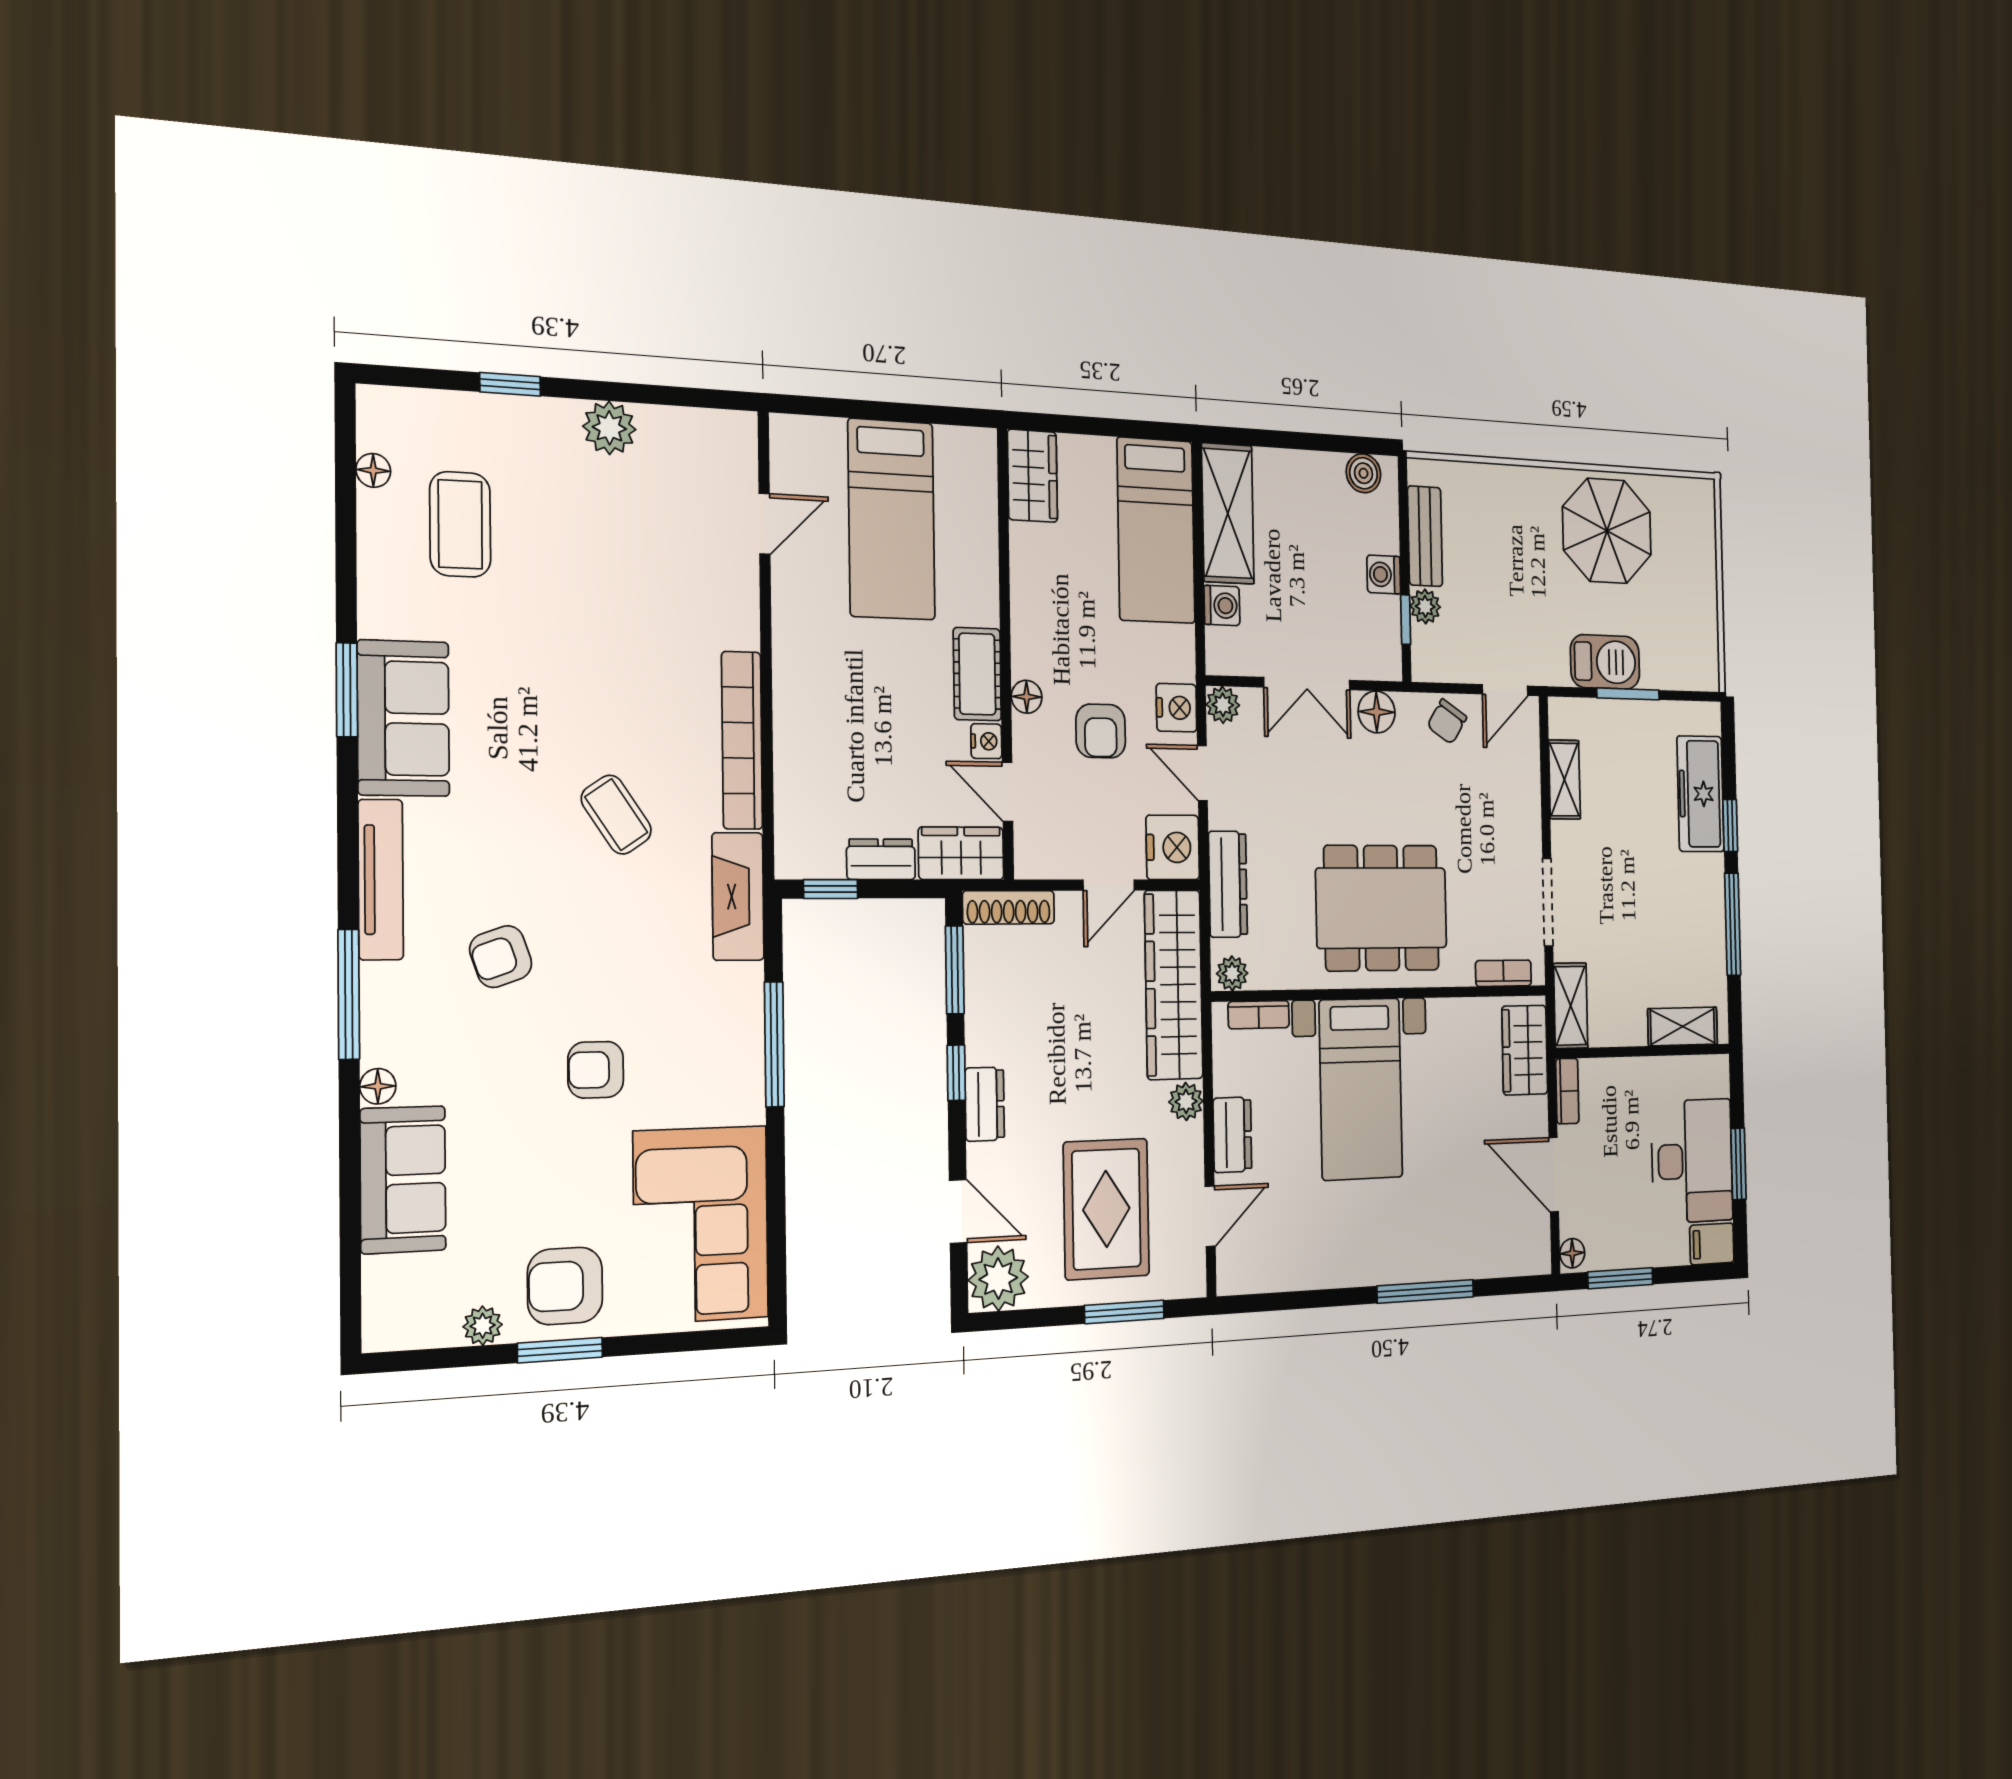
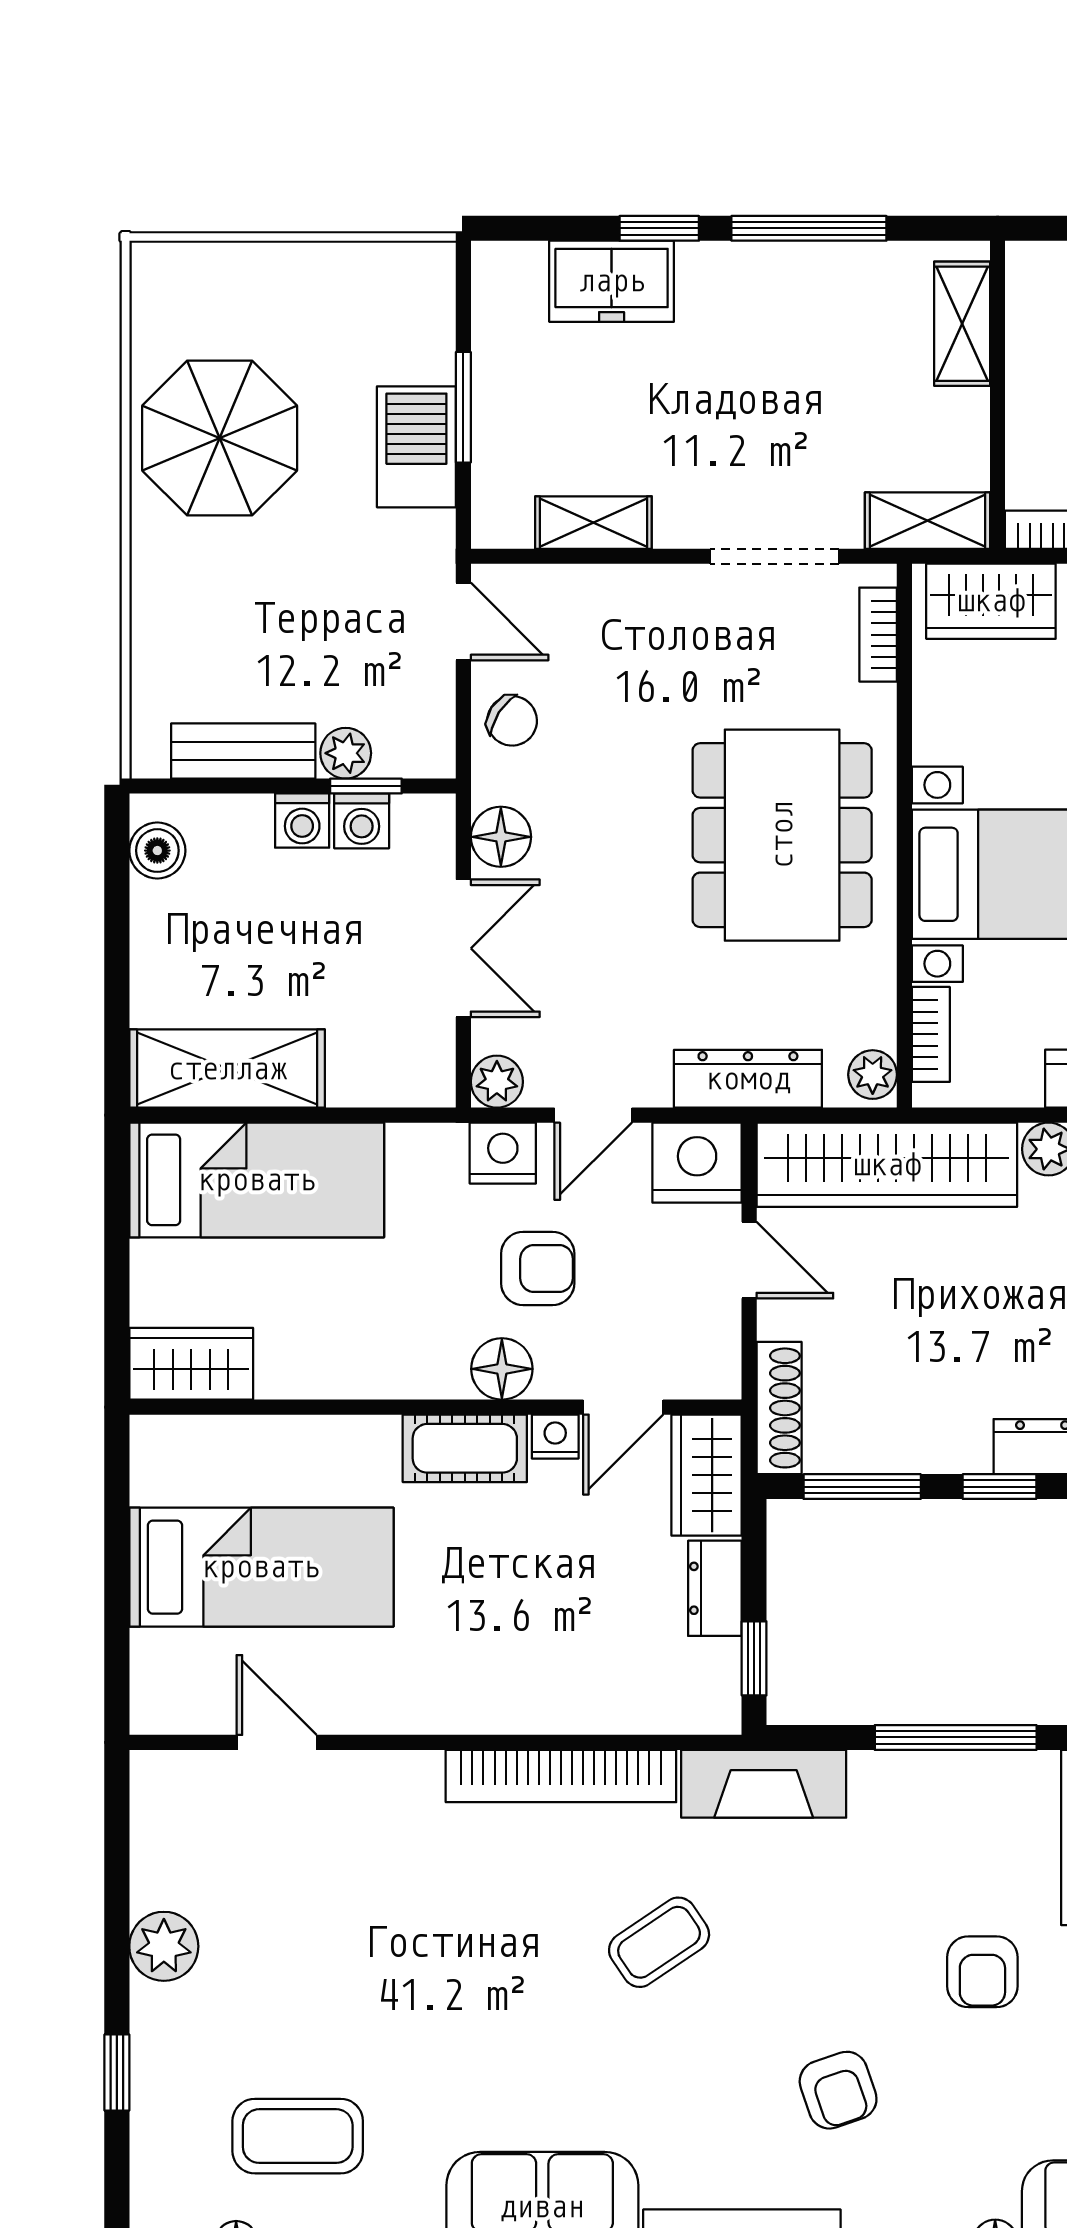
washing machine: (1222, 606) -> (362, 821), moved, turned 180
floor lamp: (1027, 697) -> (502, 1369), width x1.37, depth x1.37
freezer: (1700, 794) -> (612, 281), width x0.71

